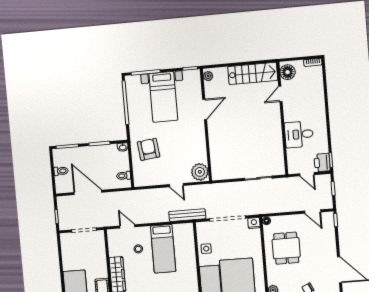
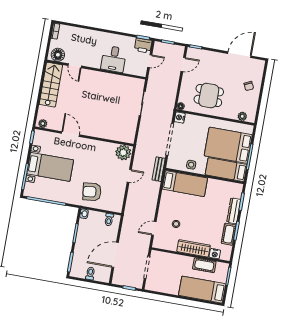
bench: (187, 215) -> (159, 169), width x0.73
bed: (163, 249) -> (185, 184), moved

